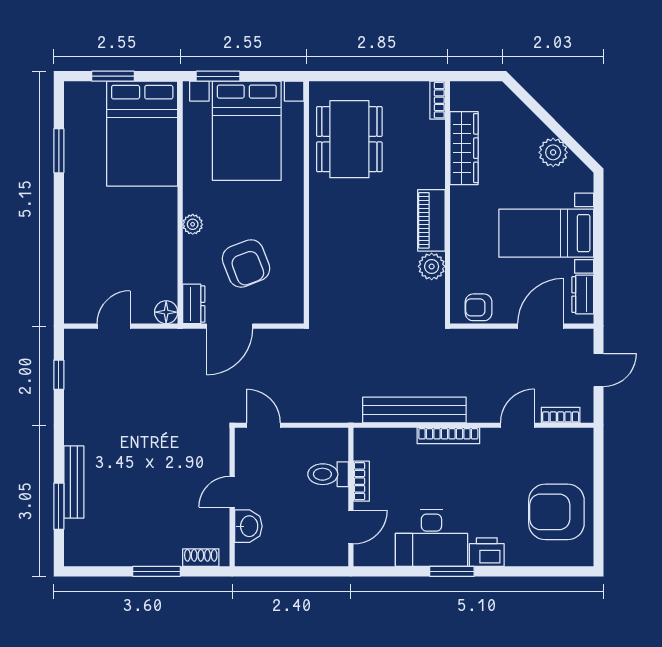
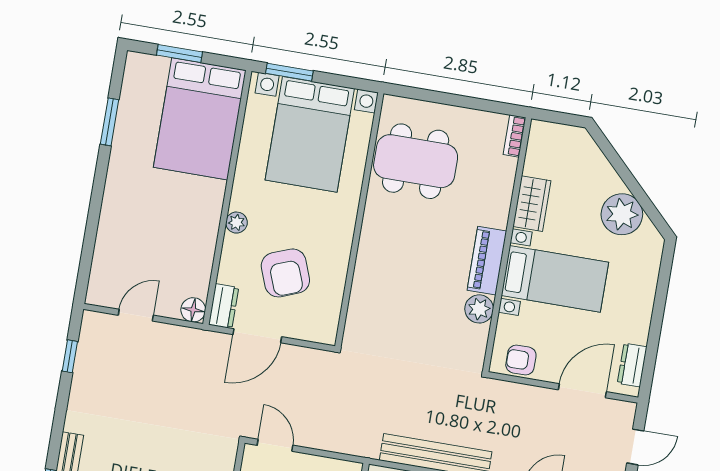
dining table: (349, 139) -> (416, 161), turned 90
wardrobe: (464, 148) -> (532, 204), width x0.67
plant: (553, 152) -> (622, 214), width x1.36, depth x1.36
bed with nightstands: (546, 233) -> (555, 279), moved, turned 180

